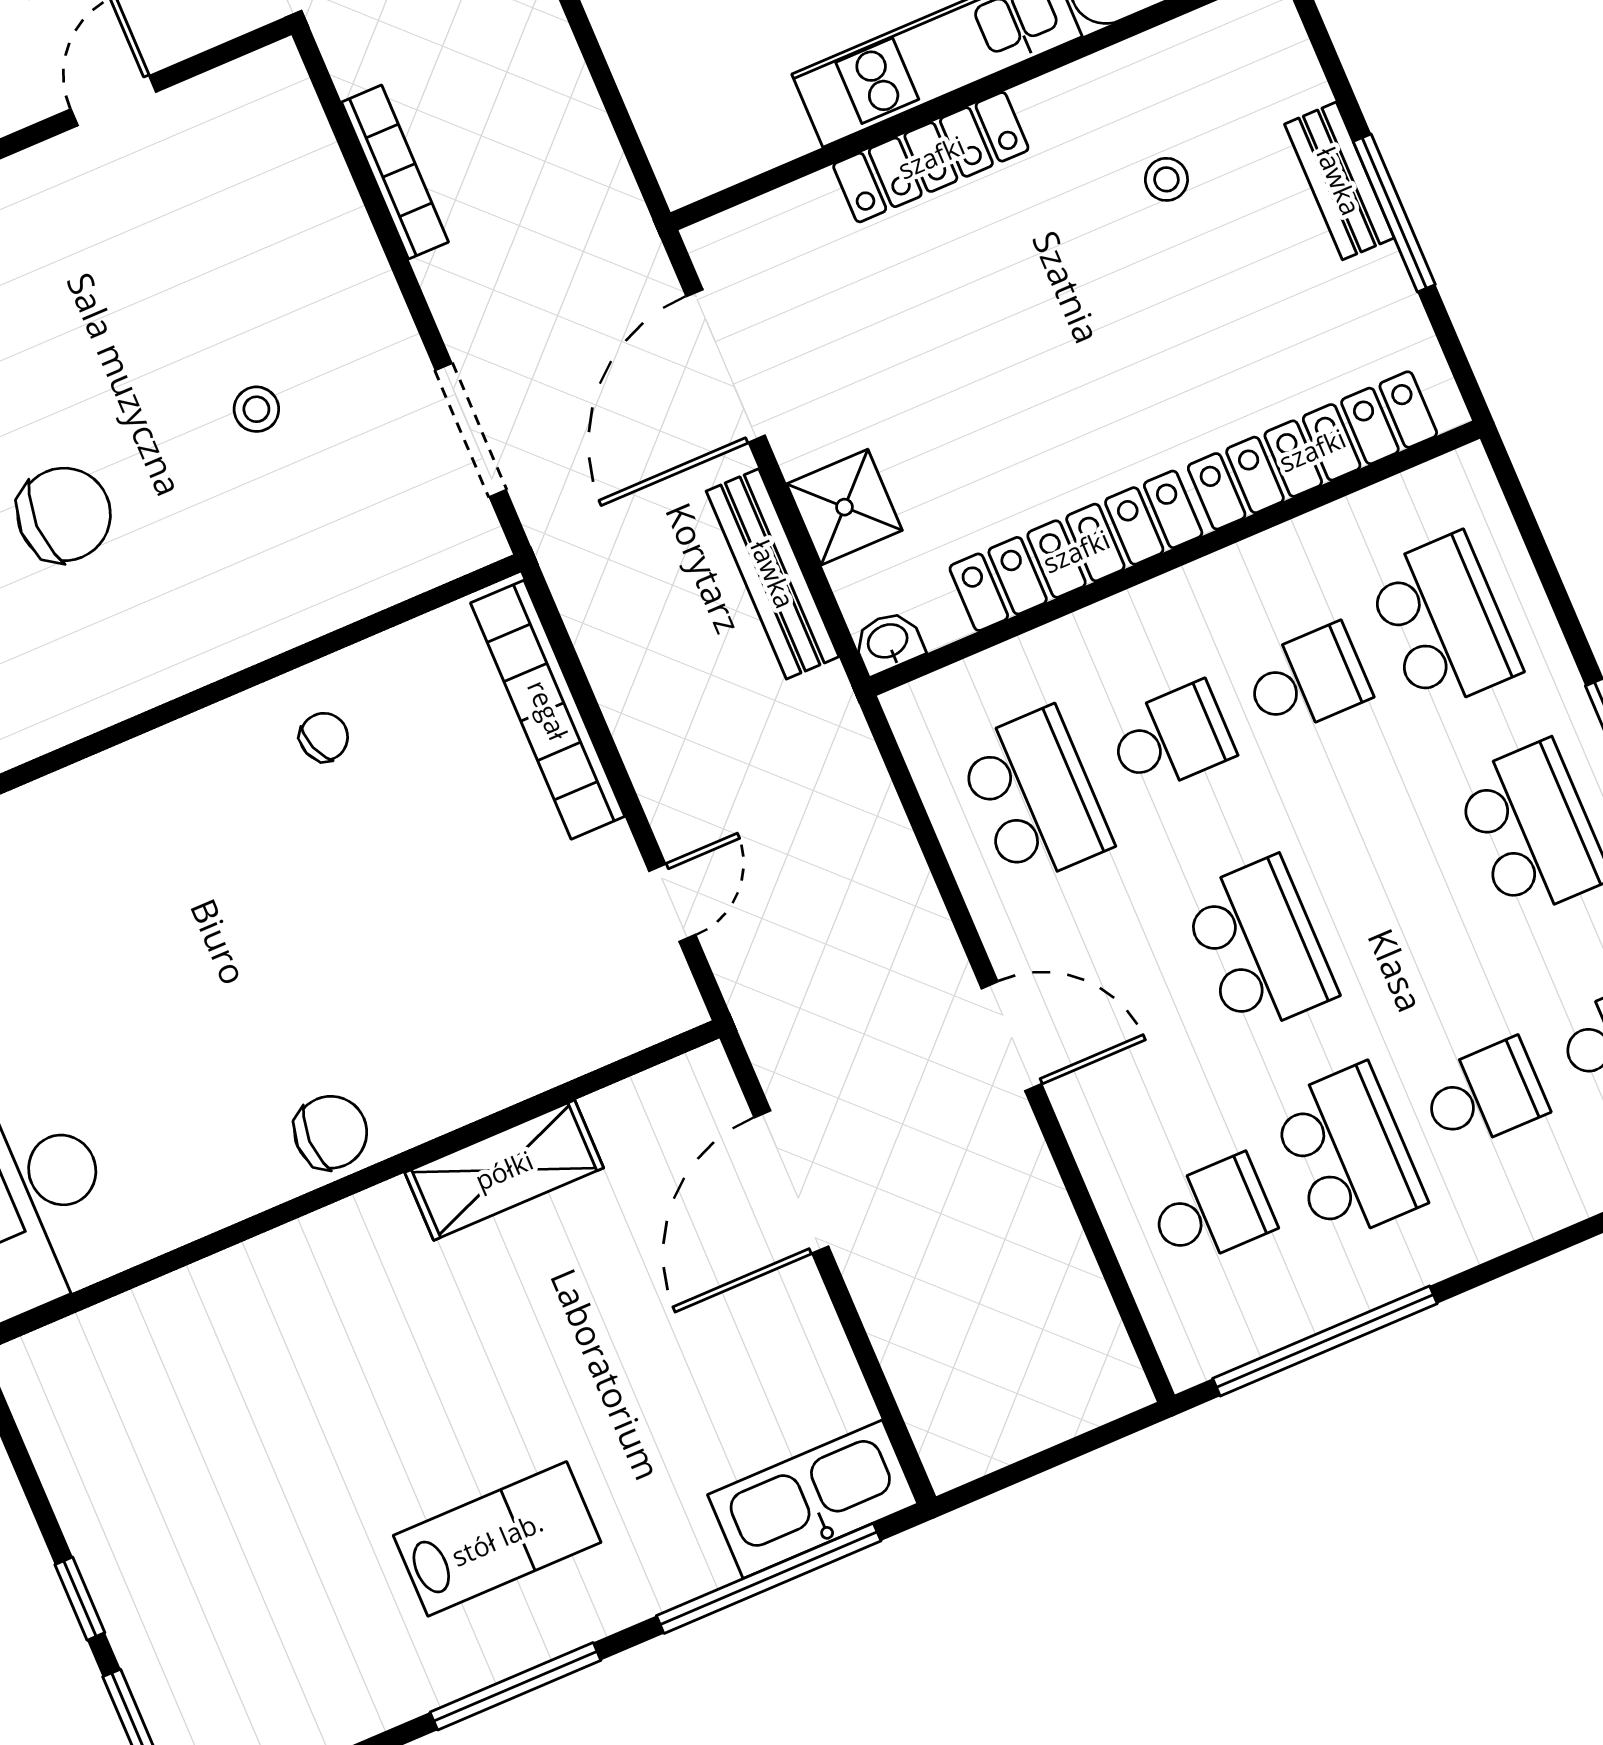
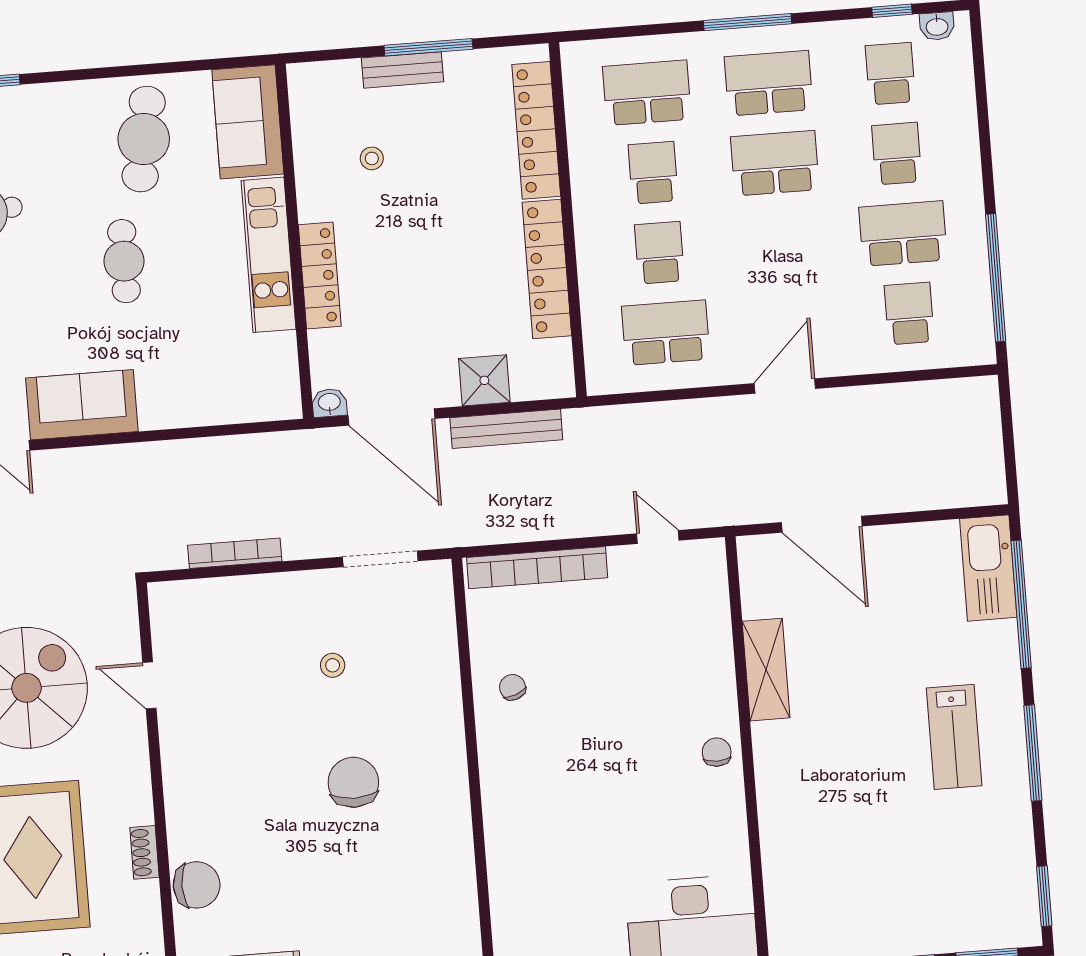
washbasin: (888, 642) -> (329, 403), moved, turned 90
school desk: (1259, 946) -> (775, 163), moved
chair: (331, 1132) -> (717, 752), width x0.73, depth x0.73
lab bench: (497, 1539) -> (954, 737), turned 180

